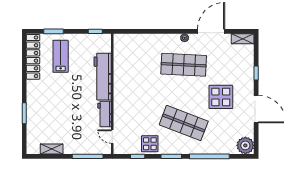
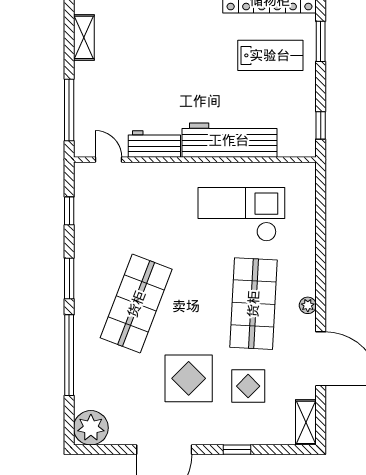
checkout: (139, 71) -> (241, 214), added
door: (112, 137) -> (109, 160), hinge flipped
display table: (150, 144) -> (248, 386), moved

